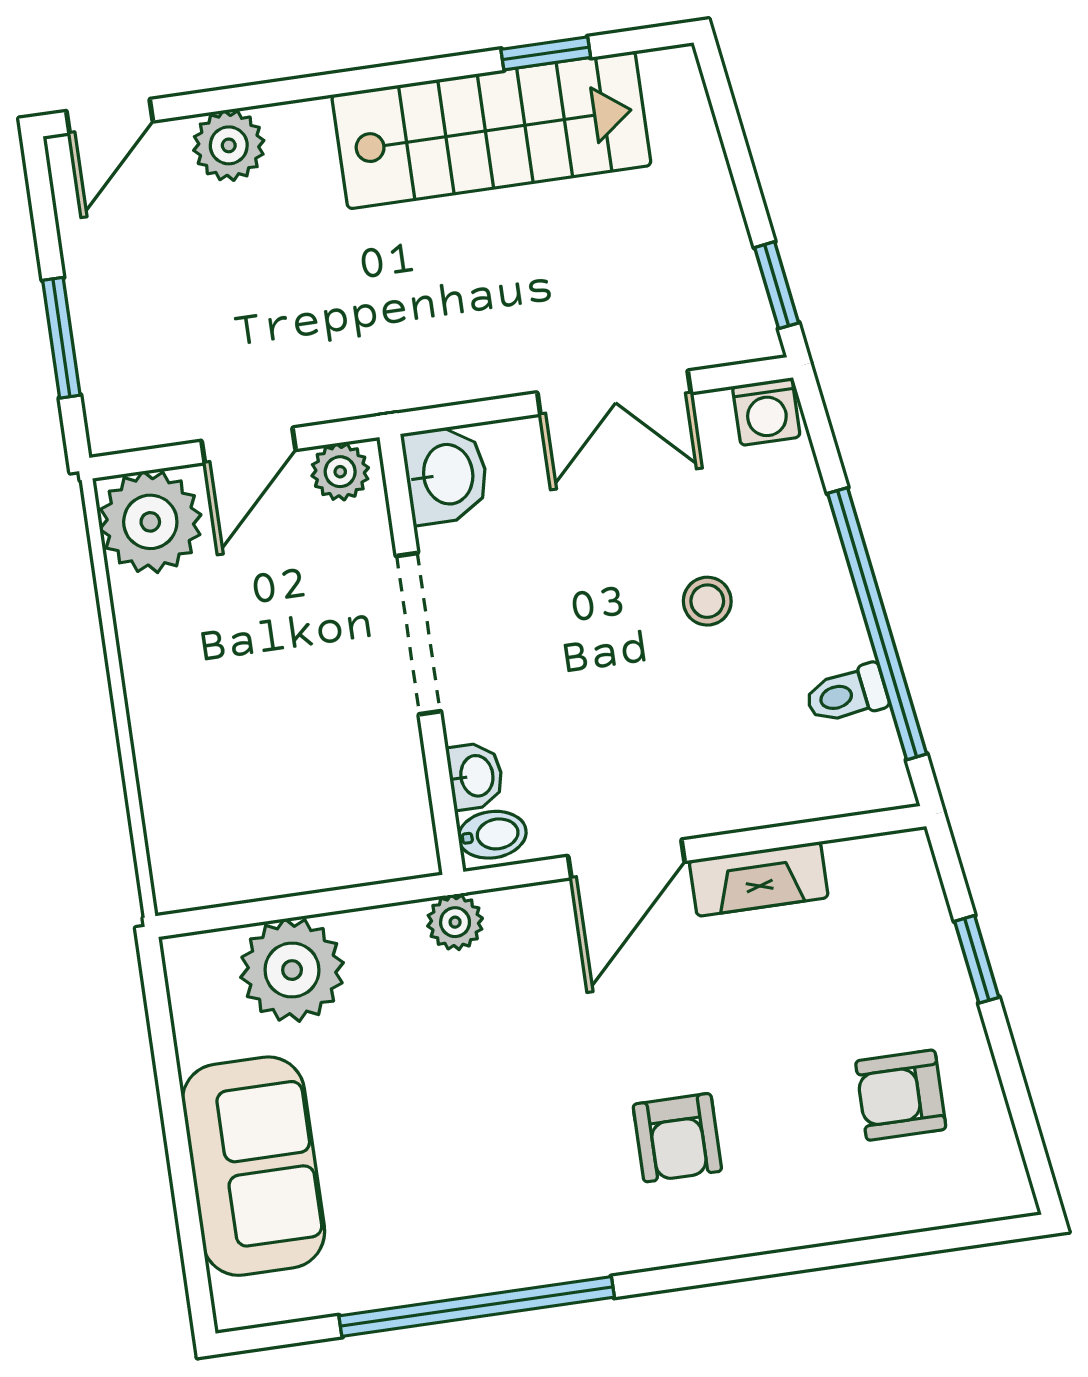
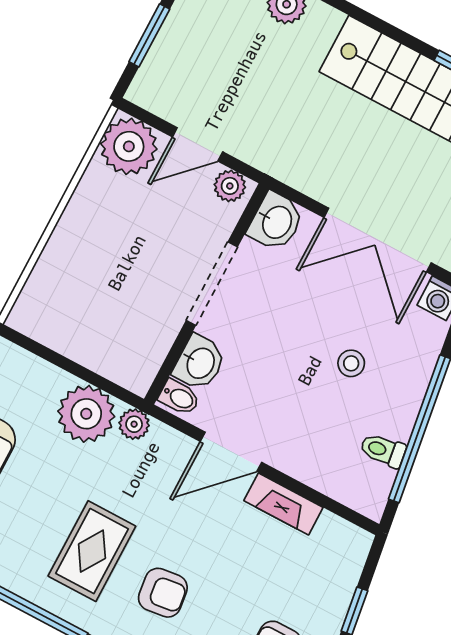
double door: (614, 393) -> (378, 240), width x1.37
washbasin: (475, 776) -> (200, 363), width x1.38, depth x1.45
plant: (292, 970) -> (86, 414), moved
armchair: (677, 1138) -> (163, 593), turned -97
rug: (529, 1153) -> (92, 551), added

